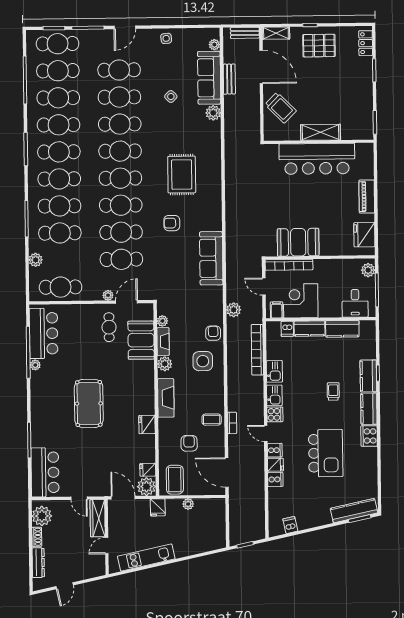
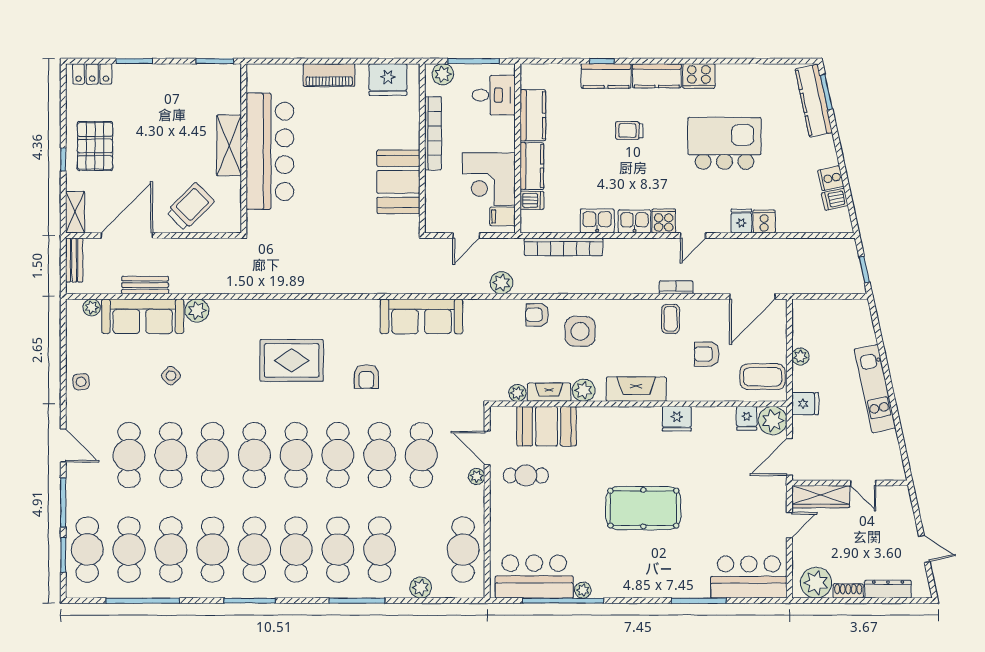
bookcase: (289, 265) -> (433, 133), moved
cooker: (275, 450) -> (831, 178), moved, turned -102
kitchen unit: (146, 558) -> (875, 389), moved

